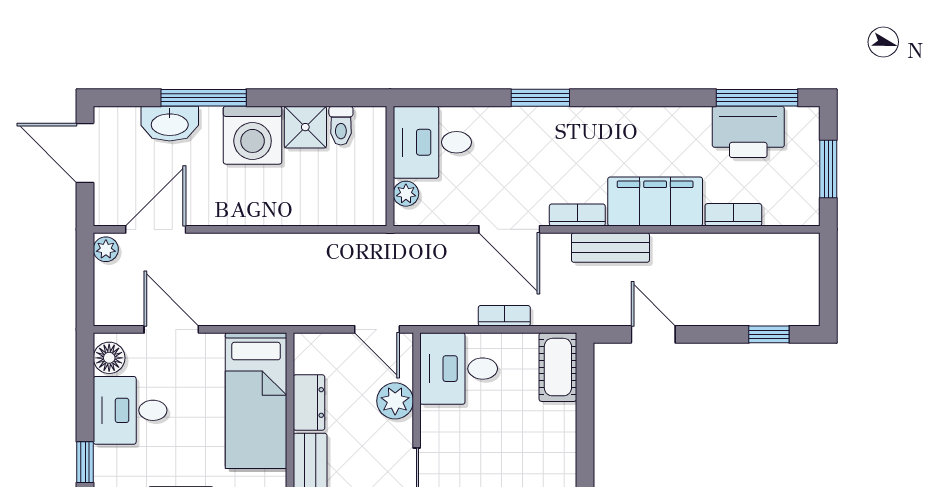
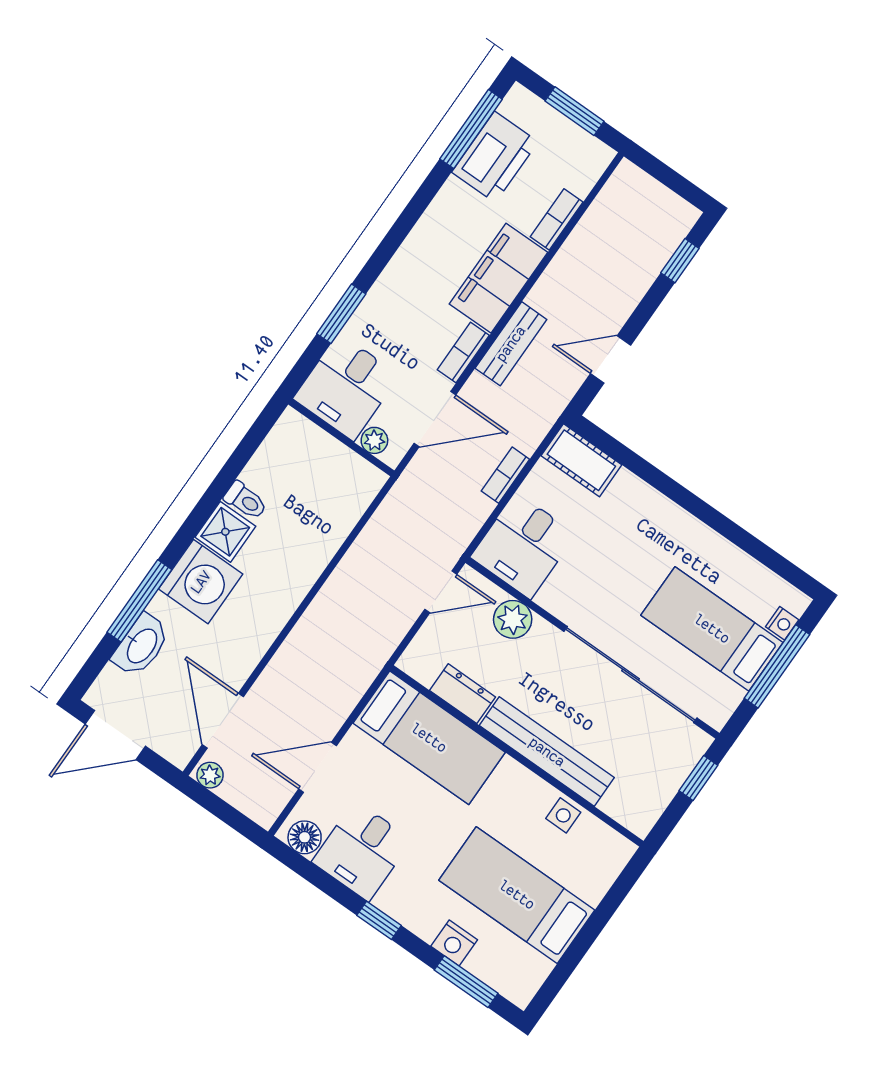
desk: (432, 142) -> (346, 387), moved
wall: (390, 166) -> (341, 437), moved
plant: (406, 194) -> (374, 440), moved

